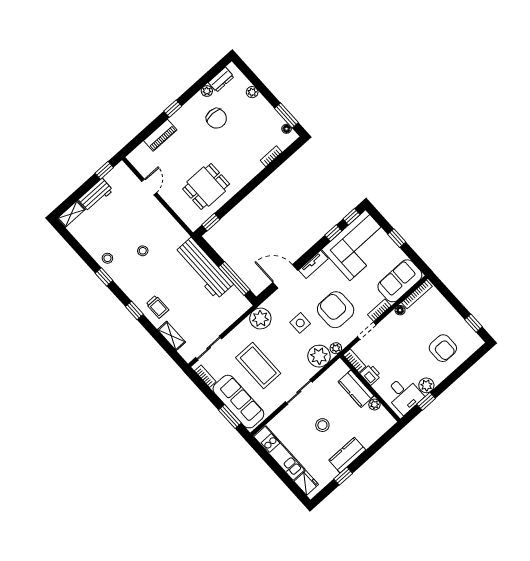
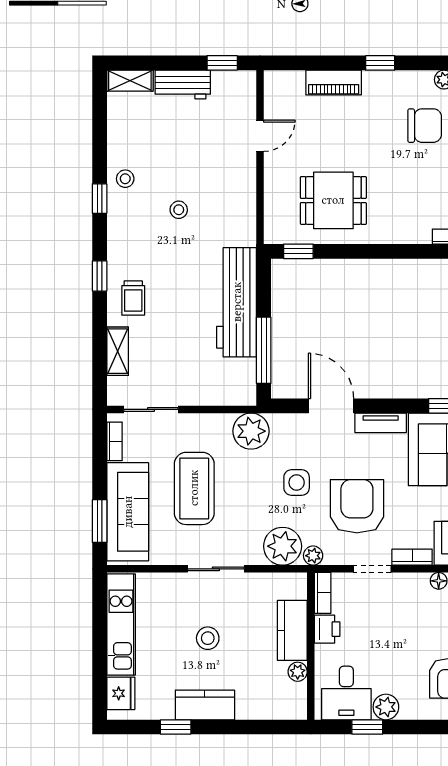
chair: (216, 118) -> (425, 126), turned -90

